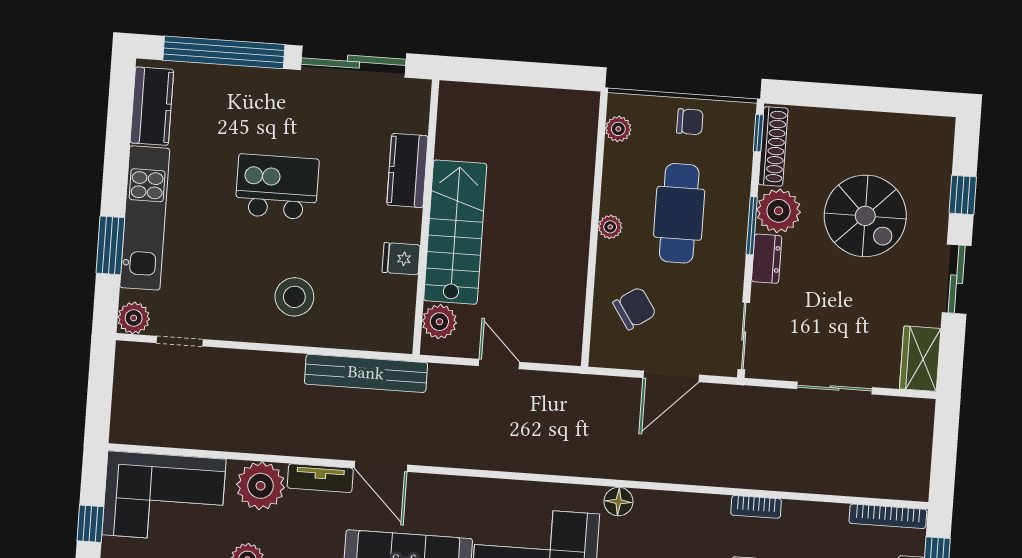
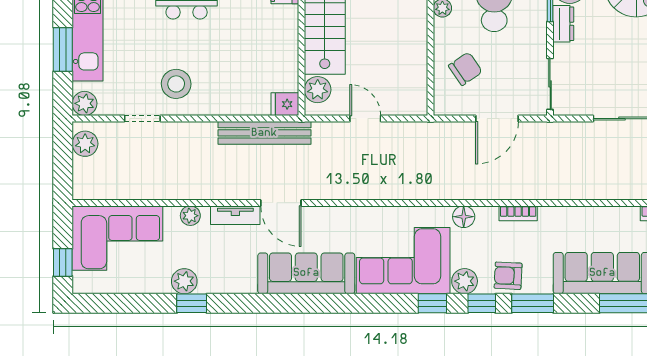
fridge: (401, 259) -> (285, 104), moved
stool: (294, 297) -> (176, 84), moved
doorway: (180, 341) -> (142, 119), moved
plant: (130, 371) -> (85, 144), added
plant: (261, 486) -> (190, 216), width x0.53, depth x0.53
bookcase: (756, 507) -> (518, 213), moved

